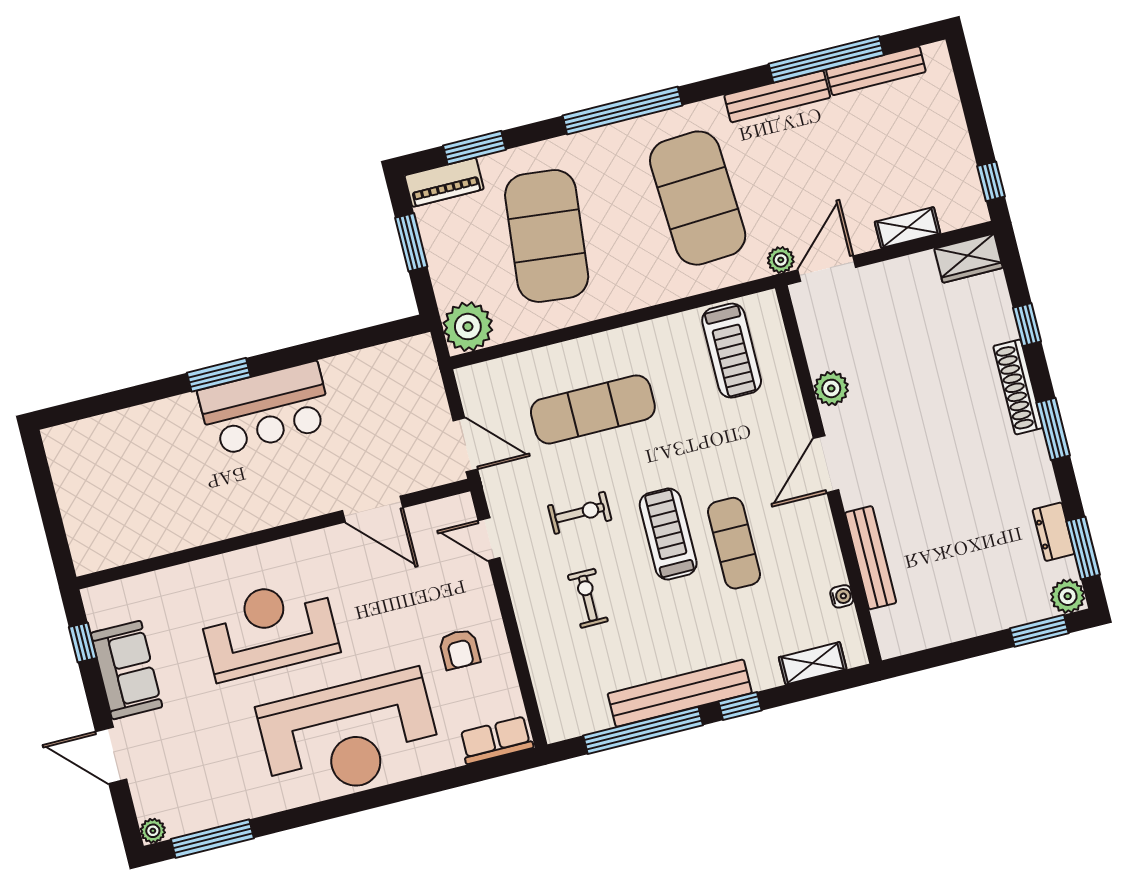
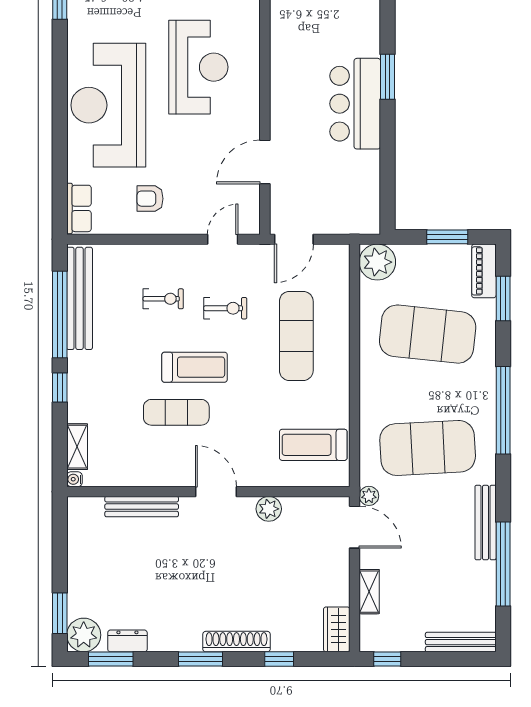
bench: (876, 71) -> (461, 642), moved, turned 90
exercise bike: (580, 513) -> (225, 308), turned -90
water cooler: (842, 596) -> (74, 479), moved, turned 90
plant: (1068, 596) -> (84, 635), width x1.36, depth x1.36
bench: (680, 693) -> (80, 298), moved

